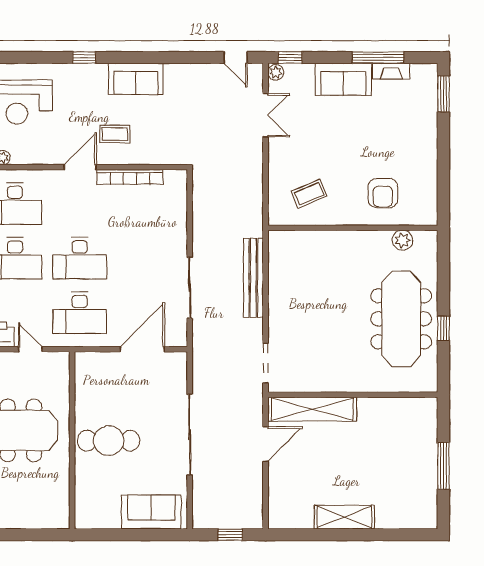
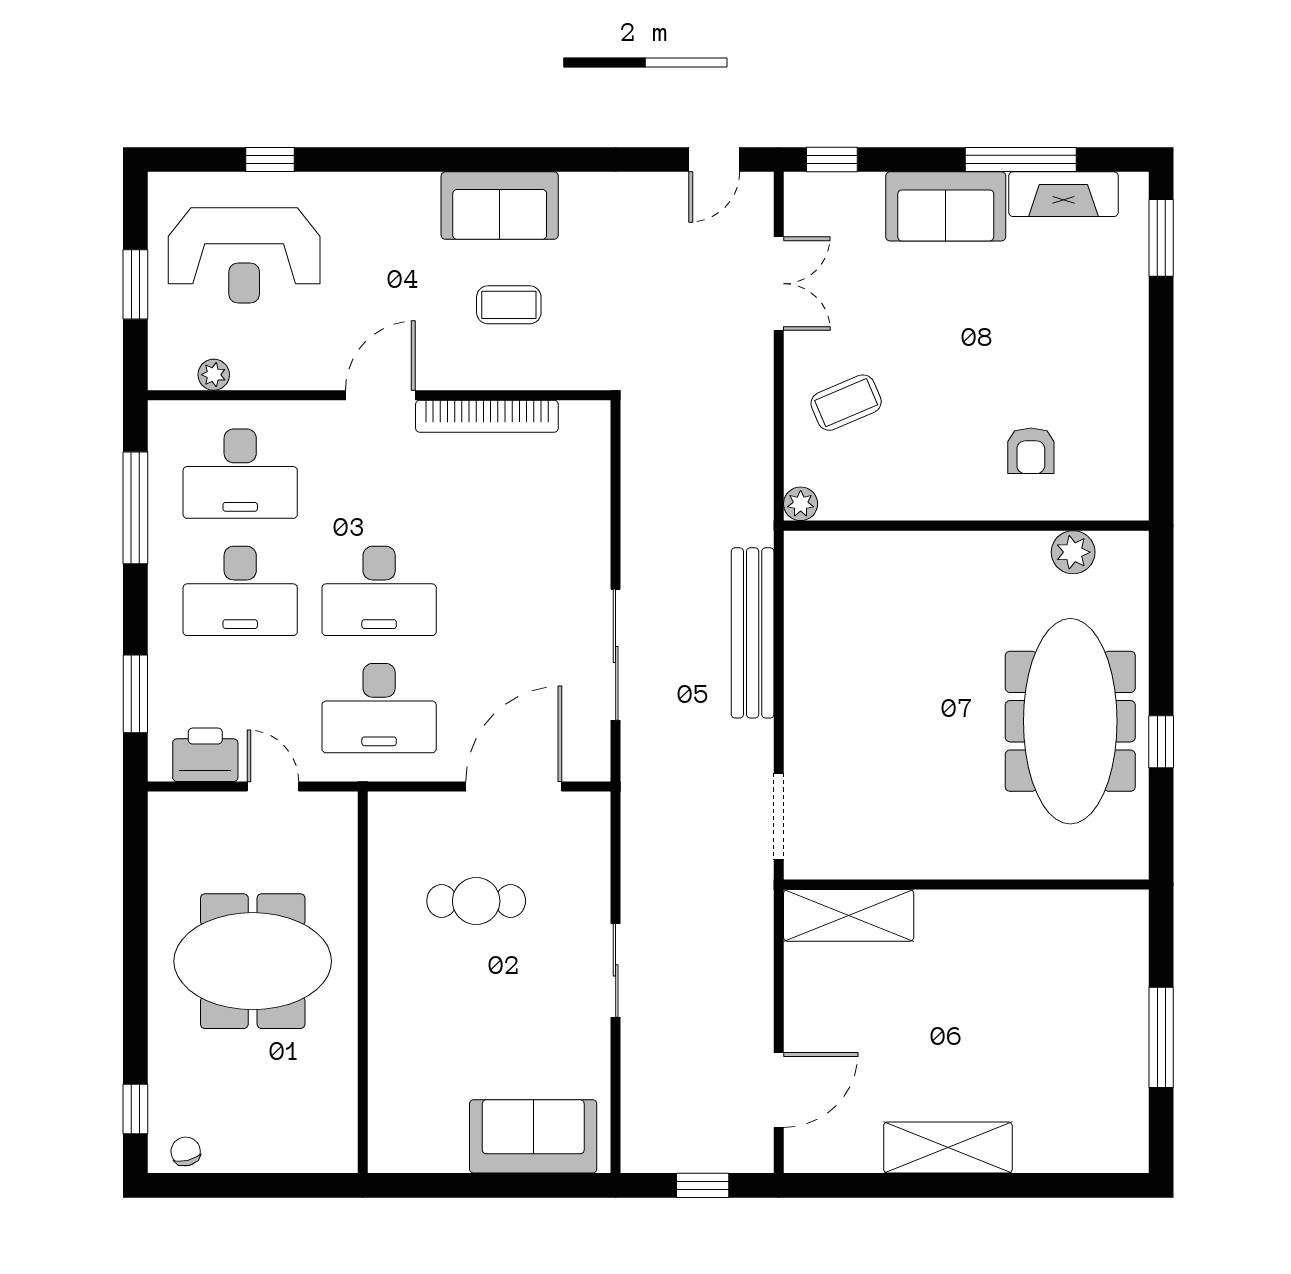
window: (84, 58) -> (270, 160), moved
door: (236, 58) -> (714, 160), hinge flipped
fireplace: (391, 71) -> (1063, 194), width x1.37, depth x1.32
plant: (276, 72) -> (801, 504), moved
coffee table: (115, 134) -> (509, 305), moved
armchair: (383, 193) -> (1031, 451), width x0.72, depth x0.72
coffee table: (309, 194) -> (846, 403), moved
shelving: (312, 409) -> (849, 915), width x0.68
sliding door: (190, 435) -> (616, 970), width x0.54
cafe table: (109, 441) -> (476, 901), moved, width x0.73, depth x0.74
door: (266, 444) -> (779, 1090), moved

